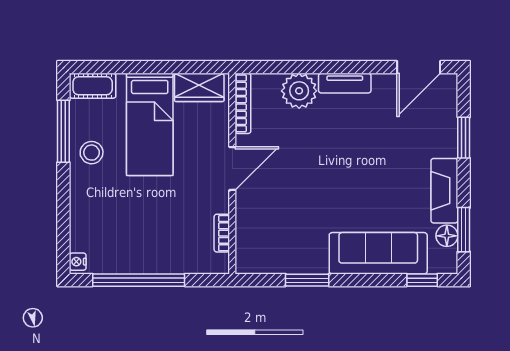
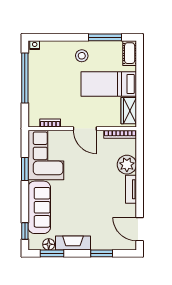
stool: (92, 153) -> (82, 56), moved
corner sofa: (281, 241) -> (46, 155), added

